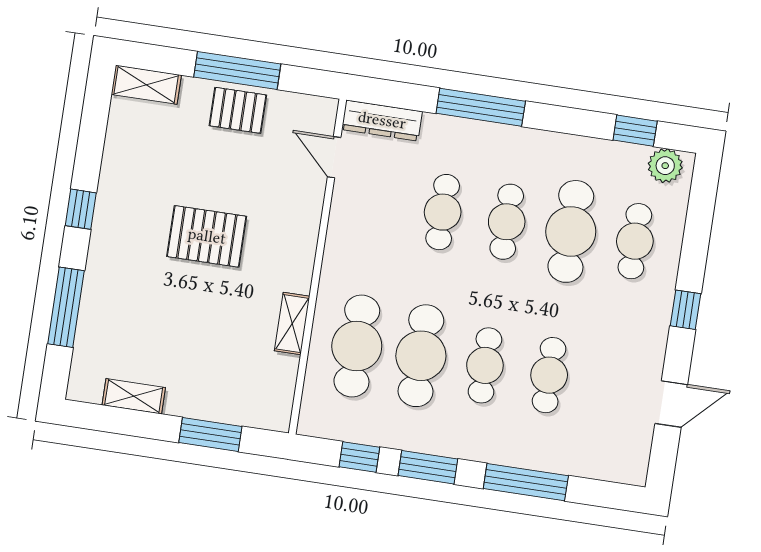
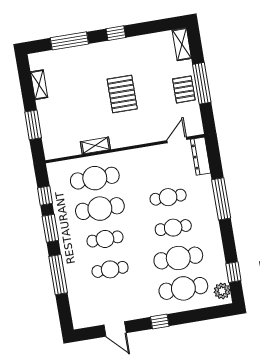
cafe table: (635, 241) -> (183, 288), width x1.37, depth x1.35

